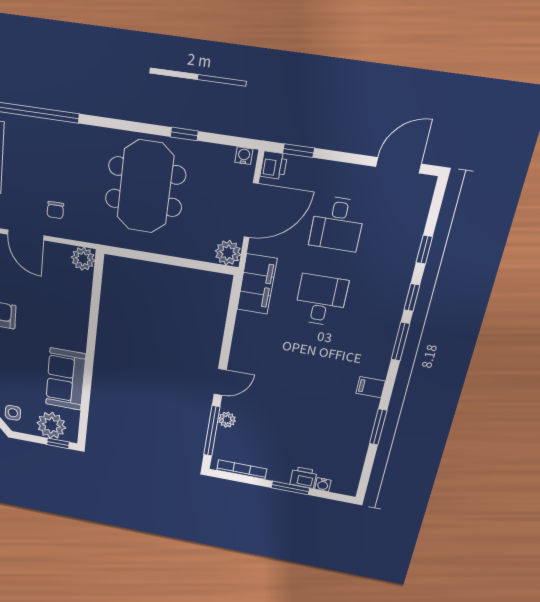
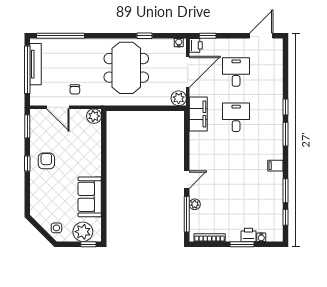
desk: (337, 224) -> (236, 72), turned 180
window: (424, 250) -> (285, 217), moved

